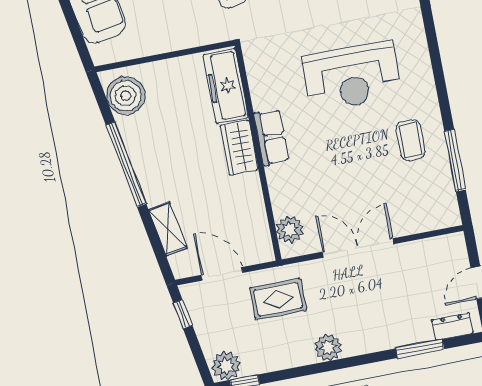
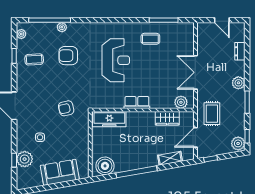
wardrobe: (239, 148) -> (167, 118), moved
dresser: (453, 327) -> (240, 51), moved
plant: (328, 347) -> (238, 83), moved
window: (420, 349) -> (247, 102), moved

